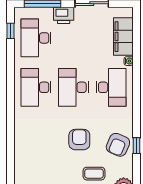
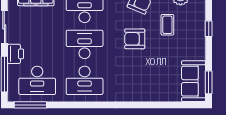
window: (11, 31) -> (30, 105), width x2.17
desk: (74, 87) -> (85, 44), turned 180

